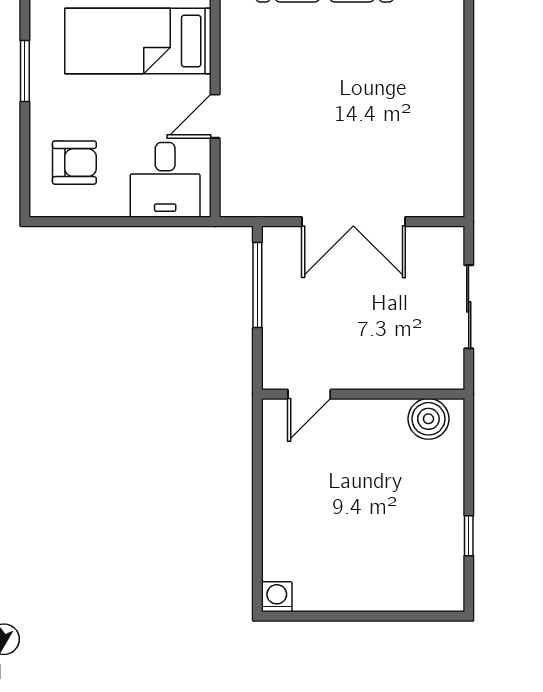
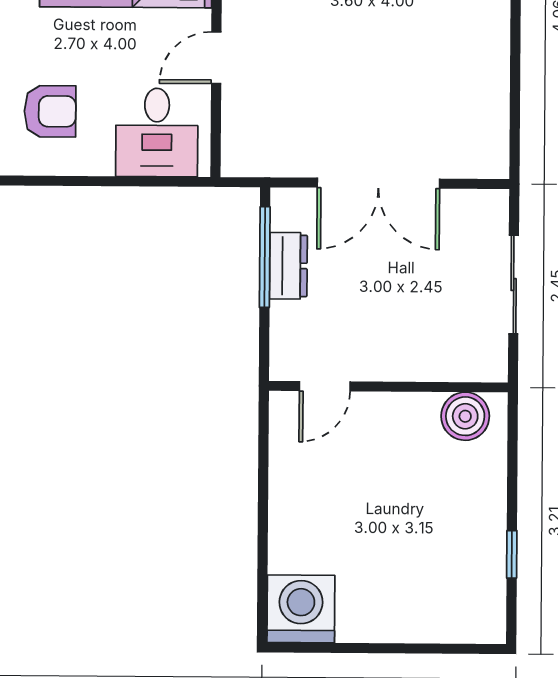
dresser: (277, 292) -> (288, 266), added
washing machine: (277, 597) -> (301, 609), width x1.89, depth x1.89

